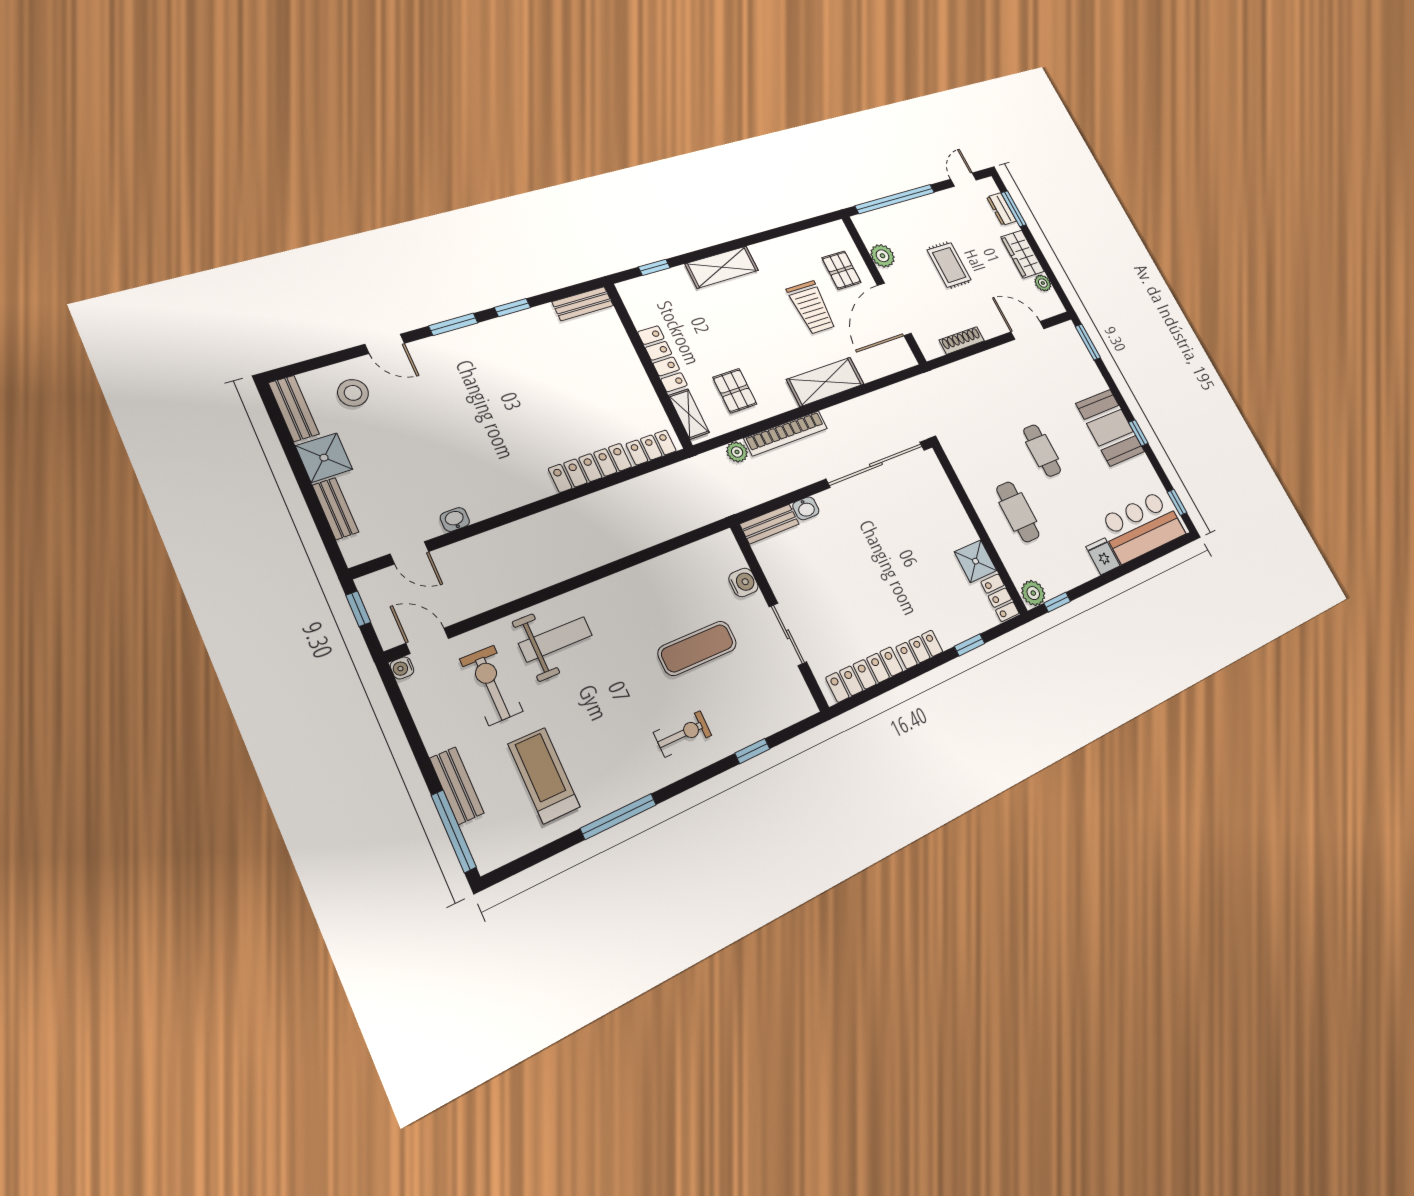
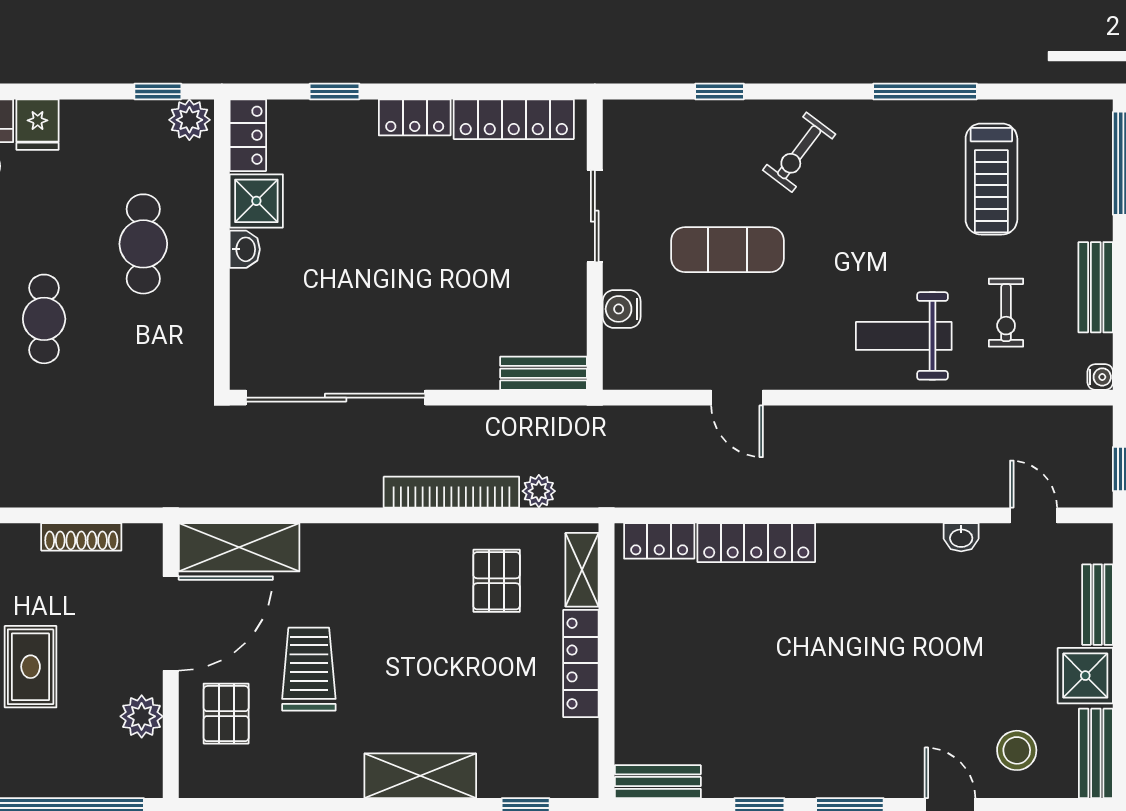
shelving: (825, 382) -> (239, 547), moved
washbasin: (806, 508) -> (245, 249), moved, turned 90
door: (427, 641) -> (737, 398), moved
exercise bike: (491, 685) -> (1006, 313), width x0.73, depth x0.72
exercise bike: (683, 734) -> (799, 152), turned -53
bench: (457, 786) -> (1096, 287), moved

